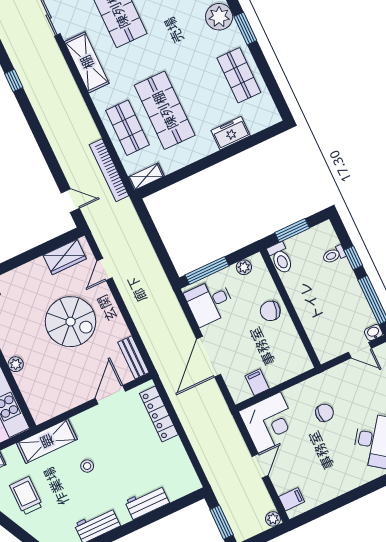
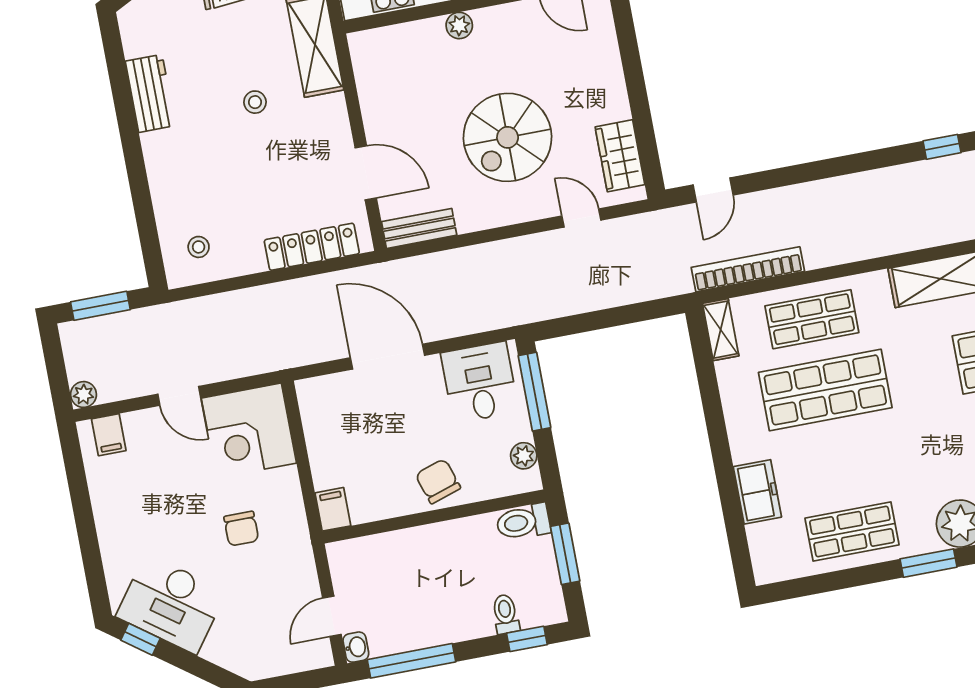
window: (353, 258) -> (527, 639), moved
chair: (270, 311) -> (438, 481), turned -34
filing cabinet: (257, 382) -> (333, 509), moved, turned -90
stool: (175, 476) -> (199, 247), added
workbench: (147, 502) -> (168, 188), removed

